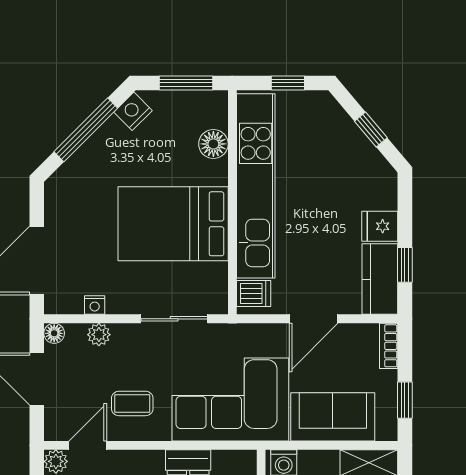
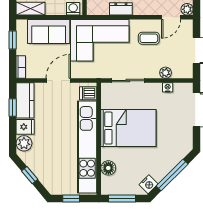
plant: (382, 193) -> (24, 143), added
floor lamp: (54, 333) -> (188, 73), removed

